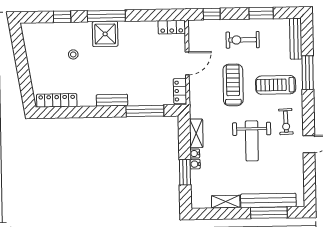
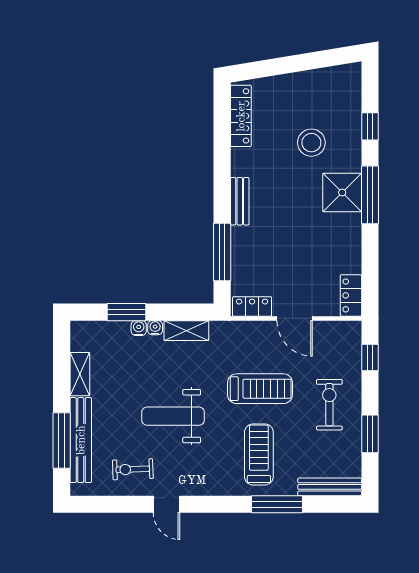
stool: (73, 54) -> (311, 143), width x1.89, depth x1.89
exercise bike: (286, 122) -> (133, 469), moved

